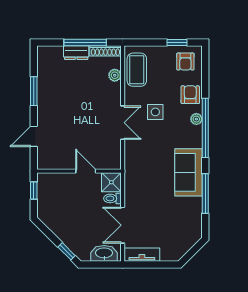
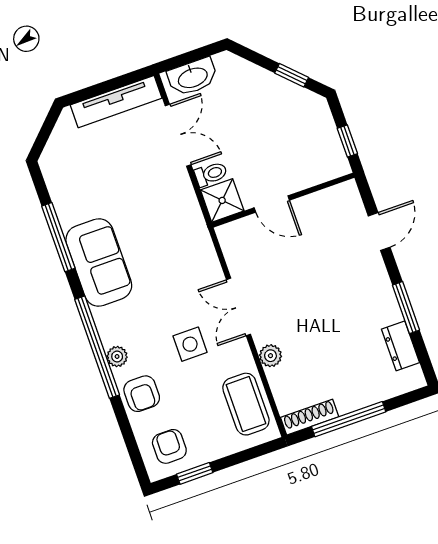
dresser: (76, 53) -> (400, 346), moved, turned -90
plant: (115, 75) -> (270, 356), moved
window: (67, 251) -> (292, 75), moved
tv unit: (142, 255) -> (116, 102), width x1.41

